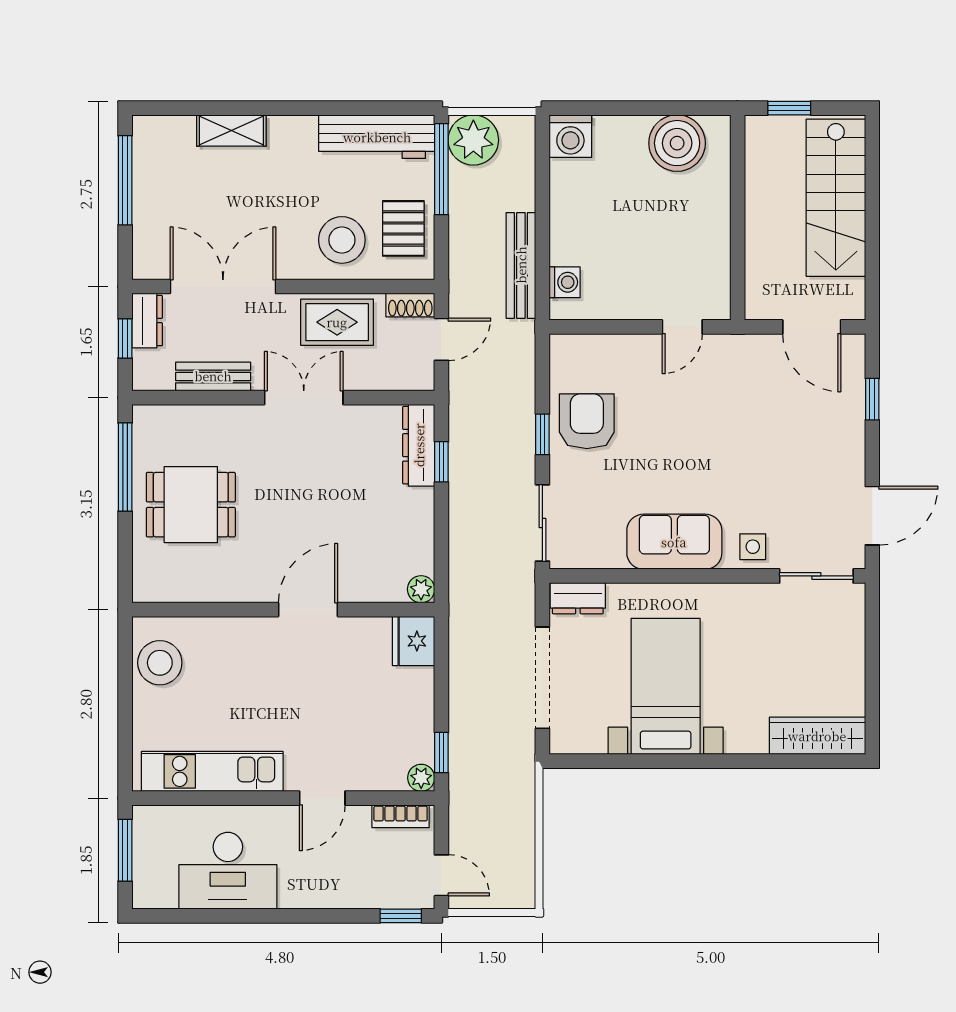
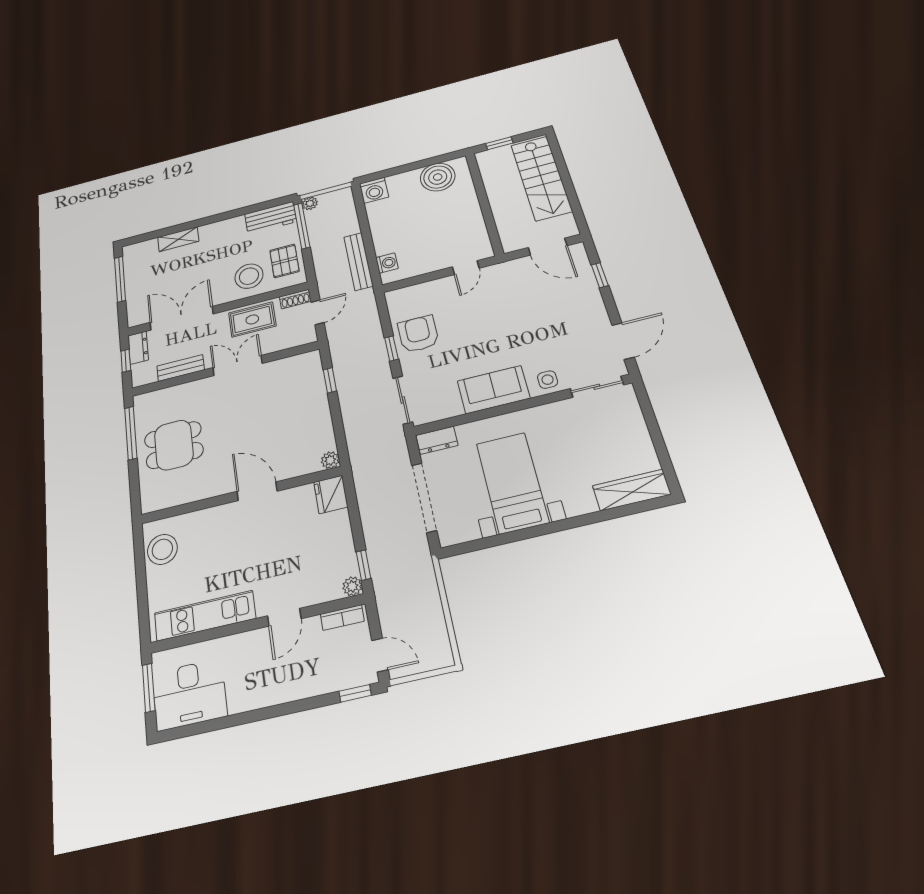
workbench: (377, 137) -> (271, 218), width x0.73
plant: (473, 140) -> (310, 203), width x0.53, depth x0.53
dresser: (419, 445) -> (314, 374), removed
door: (308, 610) -> (257, 491), hinge flipped
desk: (228, 871) -> (189, 694), moved

